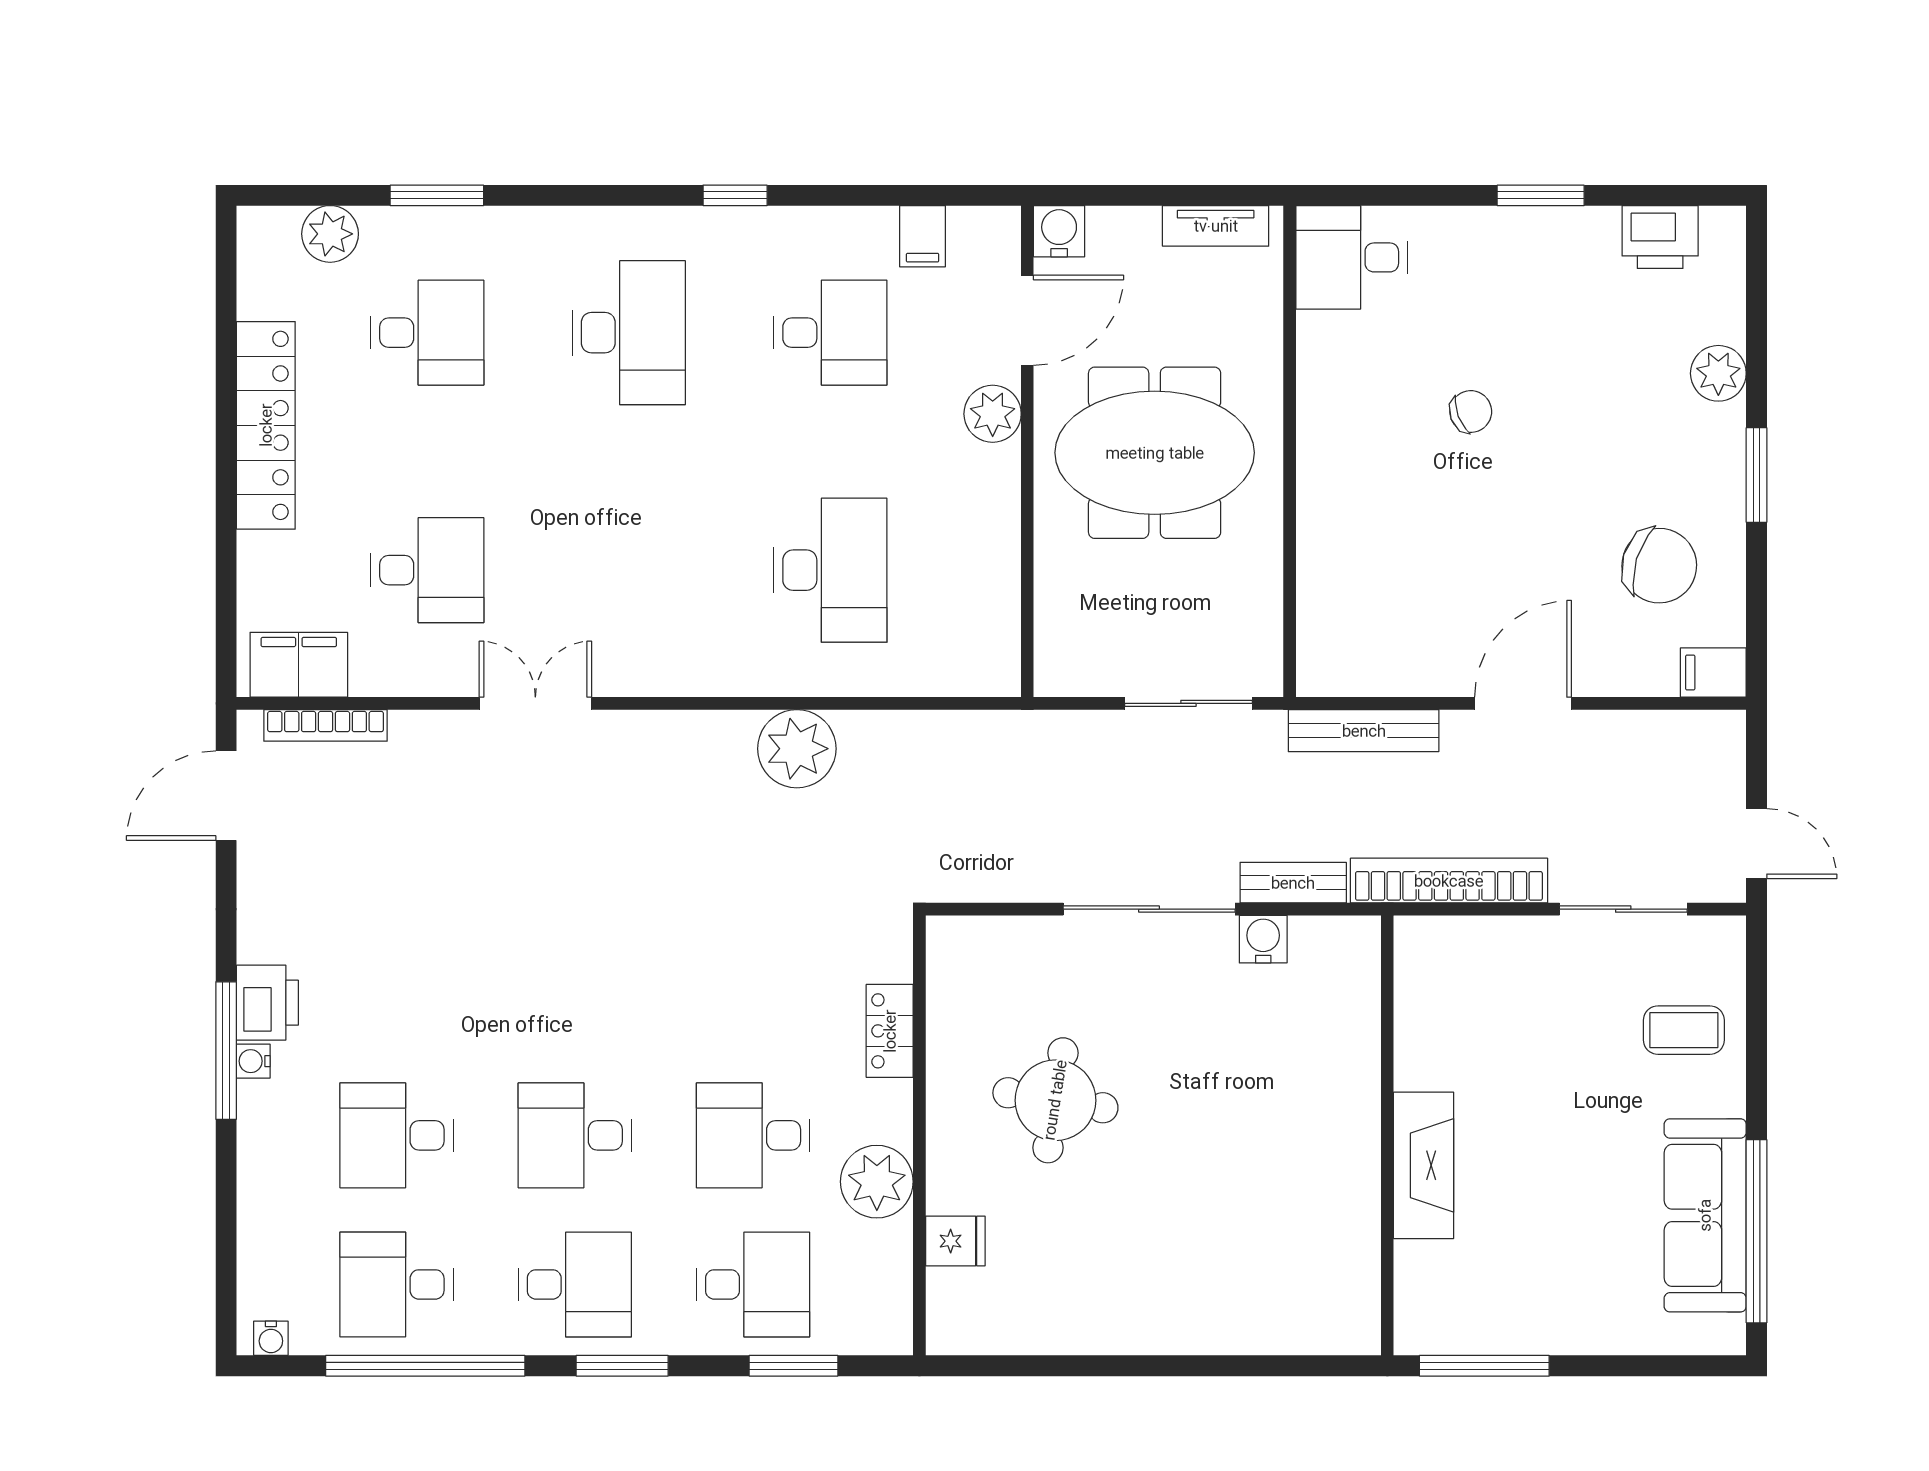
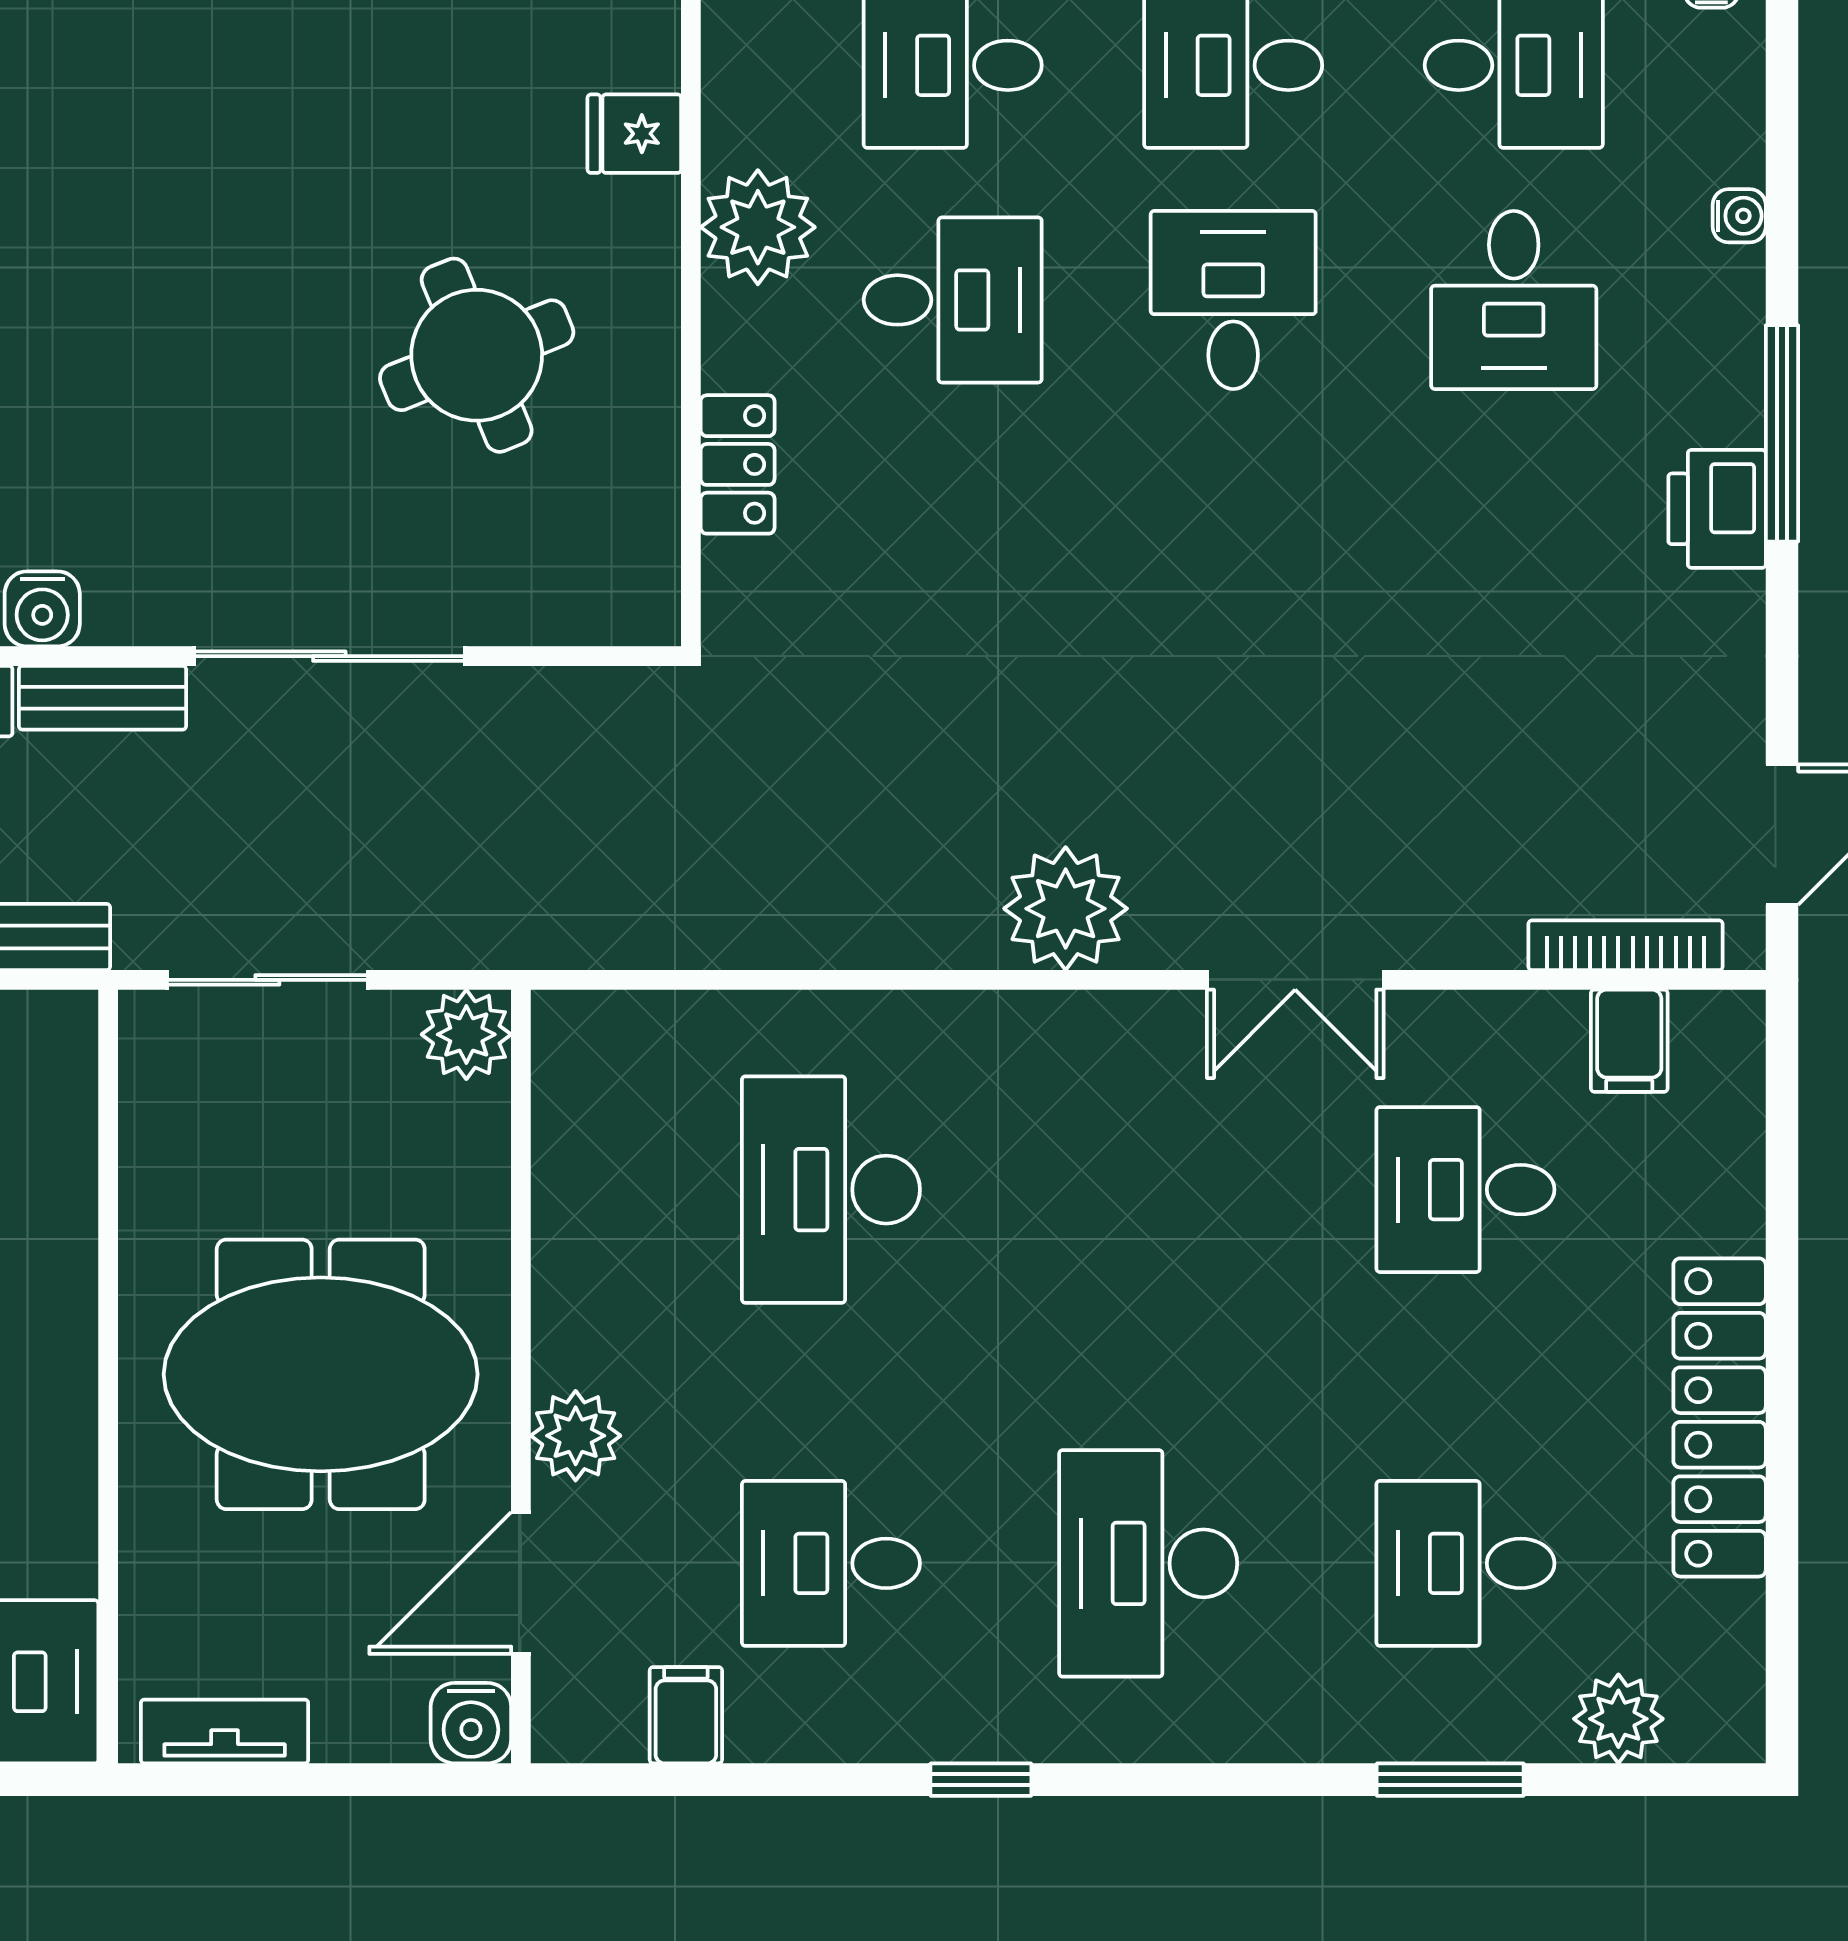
filing cabinet: (299, 665) -> (1629, 1041), width x0.50
plant: (1062, 669) -> (466, 1034), added
plant: (797, 749) -> (1066, 909), moved
water cooler: (1263, 939) -> (42, 609), moved
water cooler: (253, 1061) -> (1739, 216), moved
round table: (1055, 1100) -> (477, 355), turned -31
desk: (397, 1135) -> (1514, 300), turned 90
desk: (575, 1135) -> (1233, 300), turned -90

